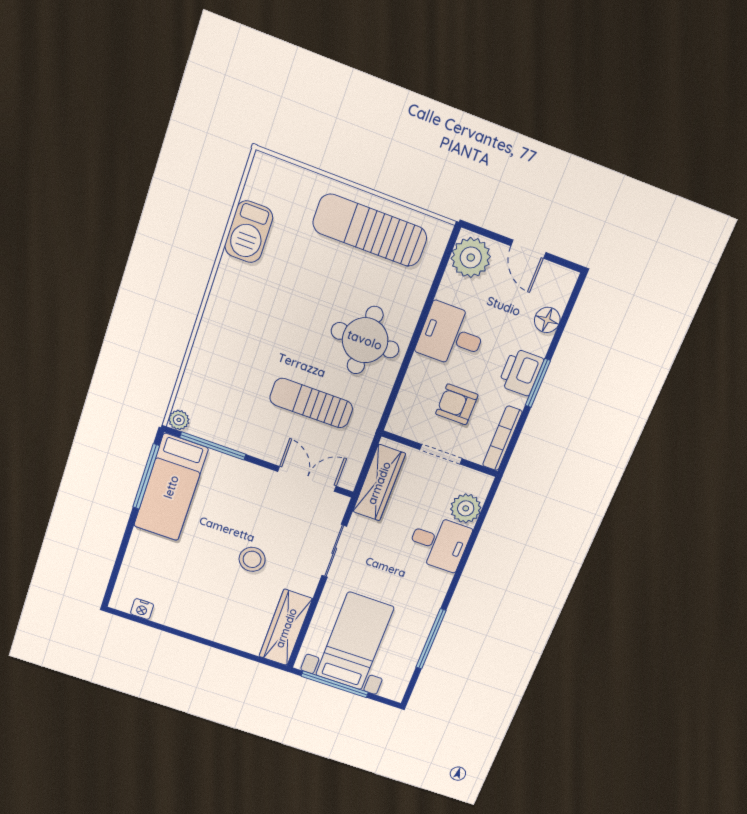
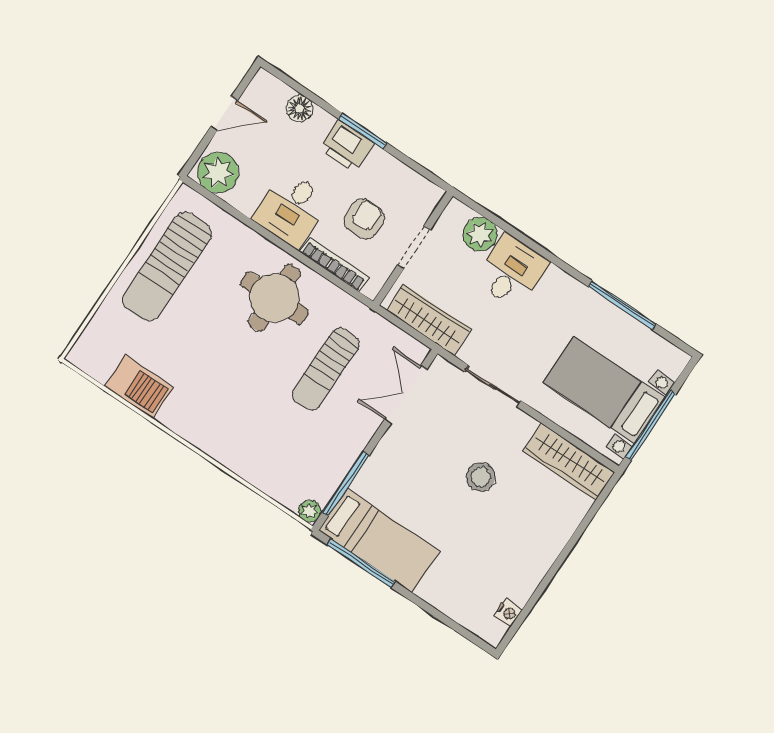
armchair: (457, 404) -> (364, 219), turned 180
bookcase: (502, 438) -> (334, 264), moved, turned 180

